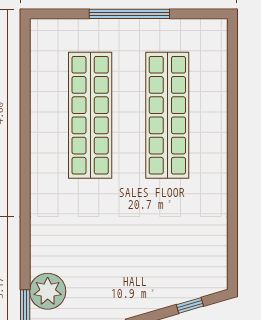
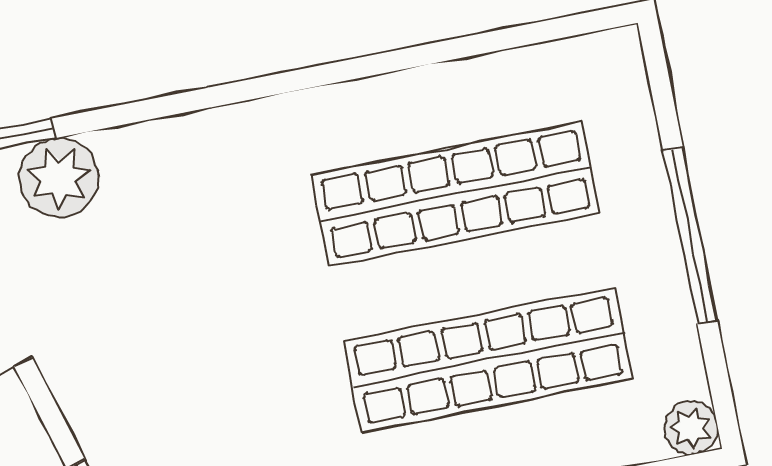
plant: (216, 30) -> (691, 428), added

